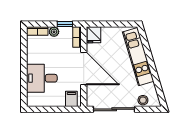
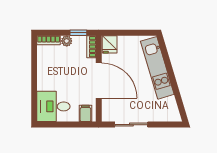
desk: (42, 78) -> (53, 106), moved
stool: (143, 100) -> (163, 115), removed
sliding door: (114, 109) -> (131, 125), width x0.73

